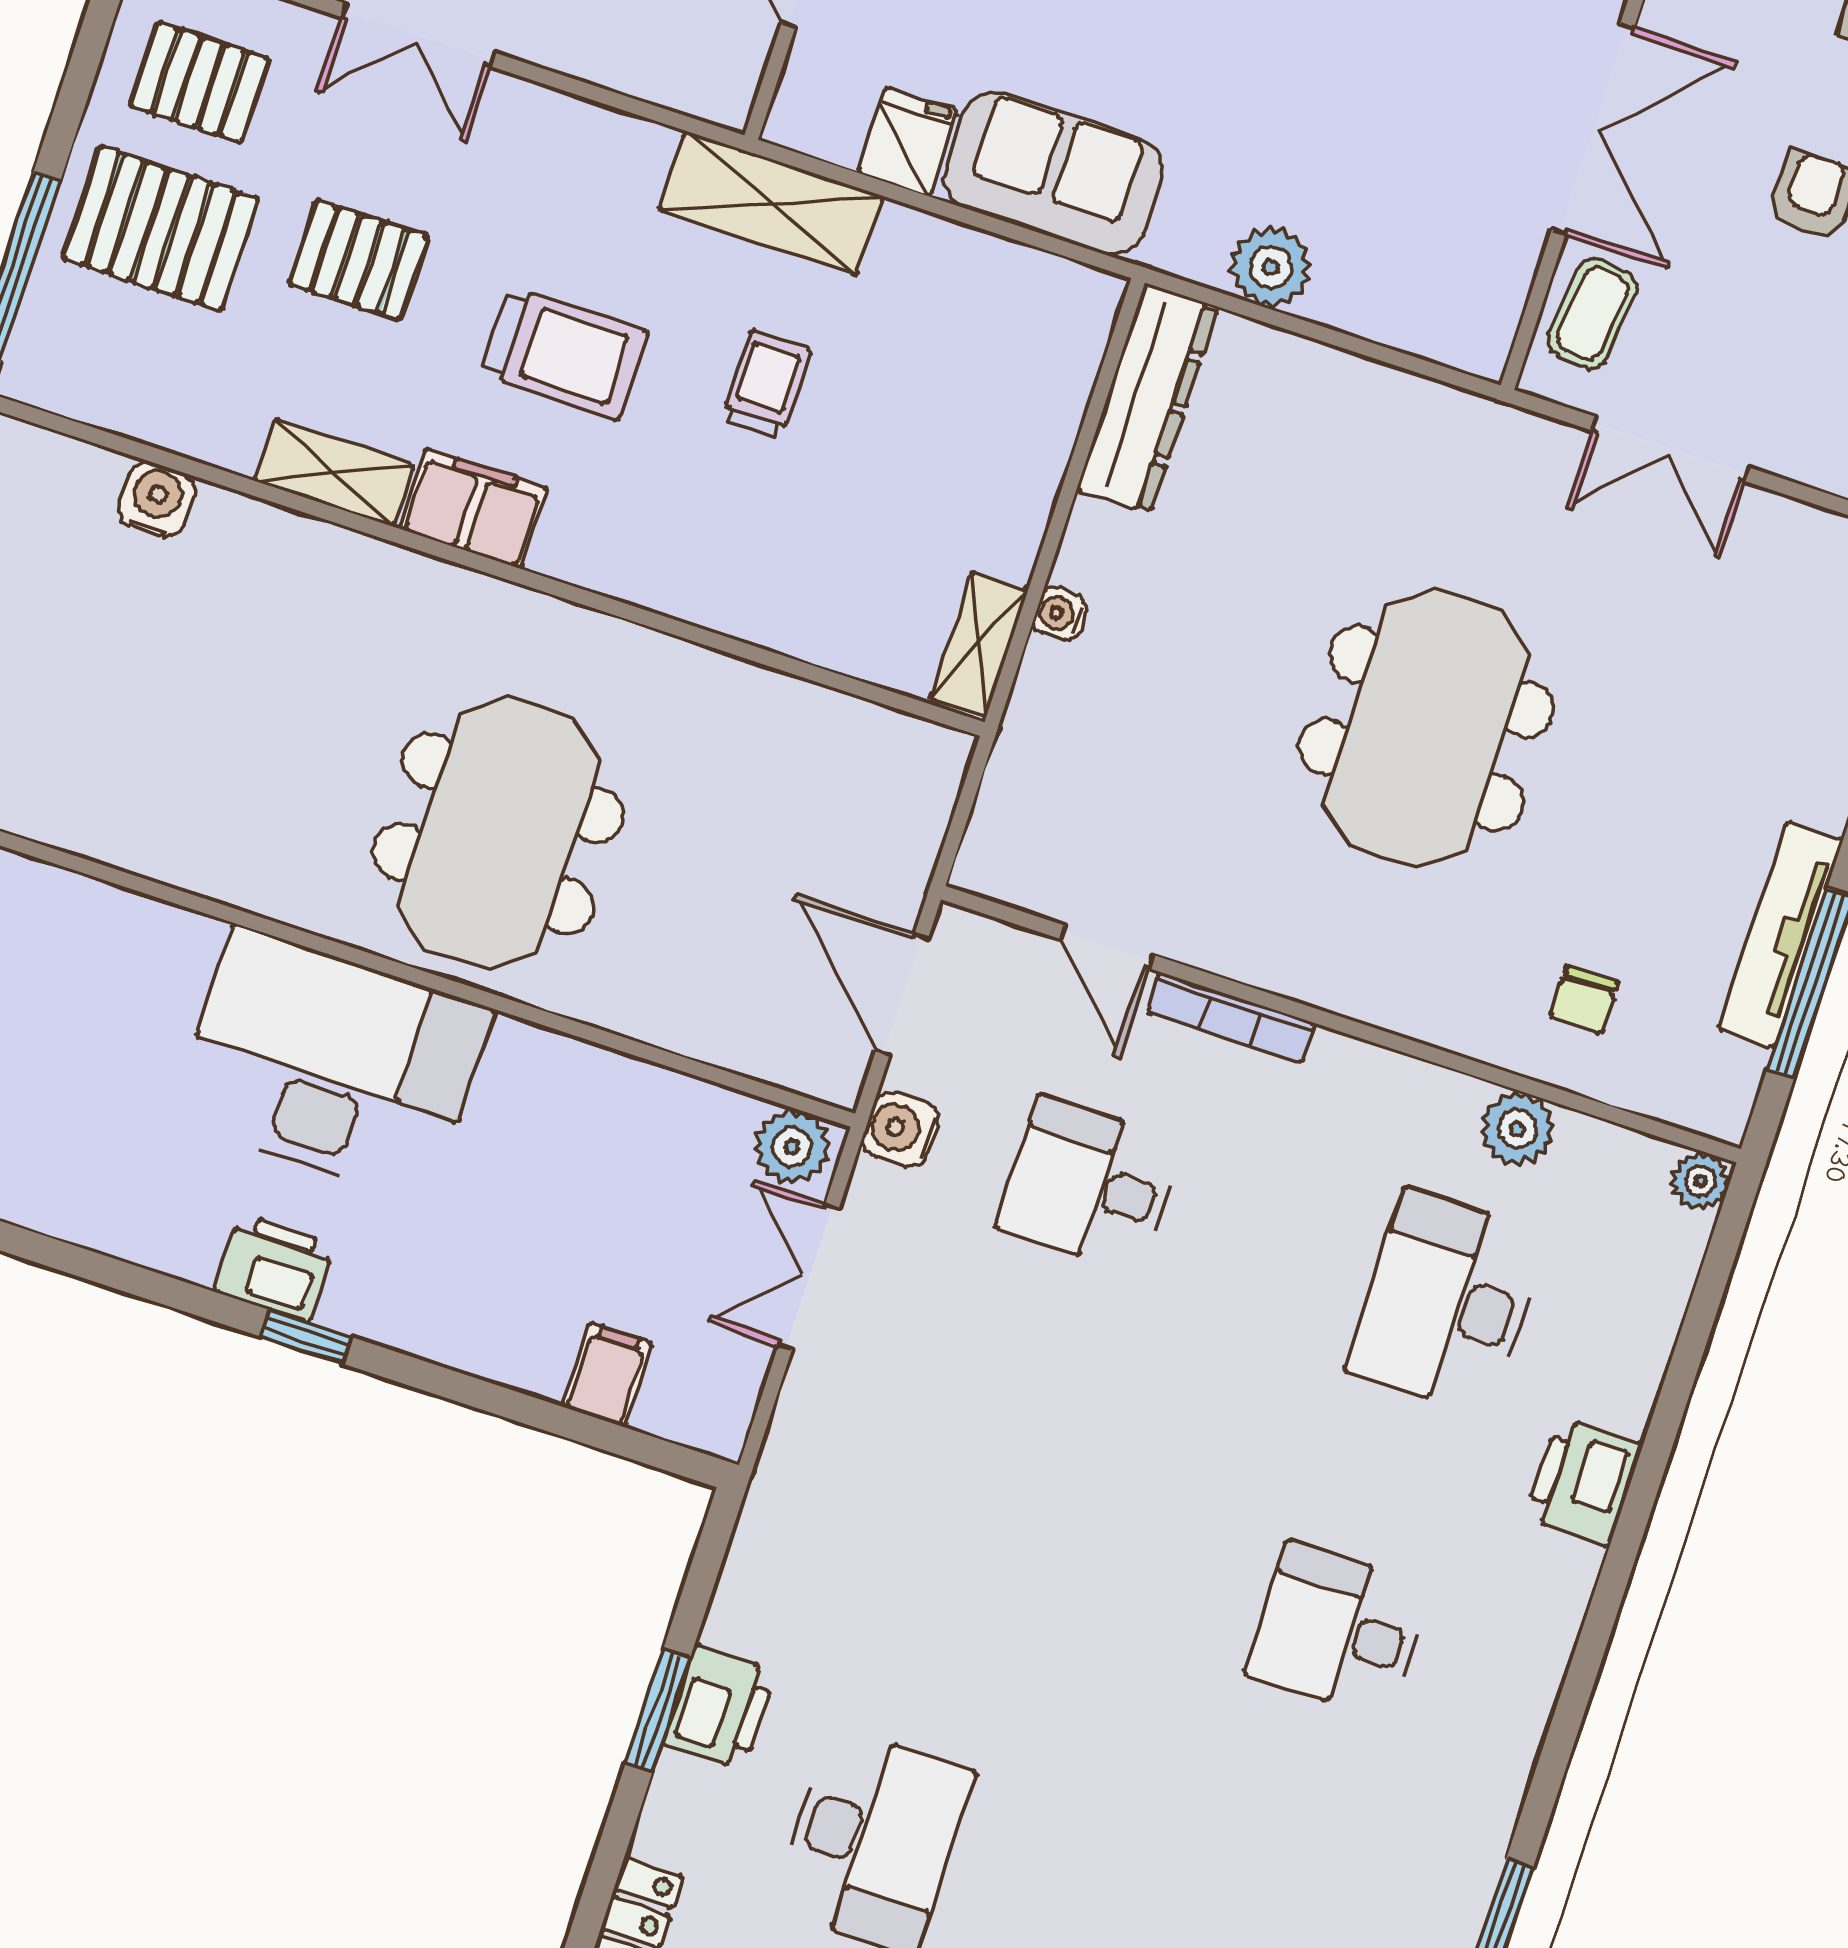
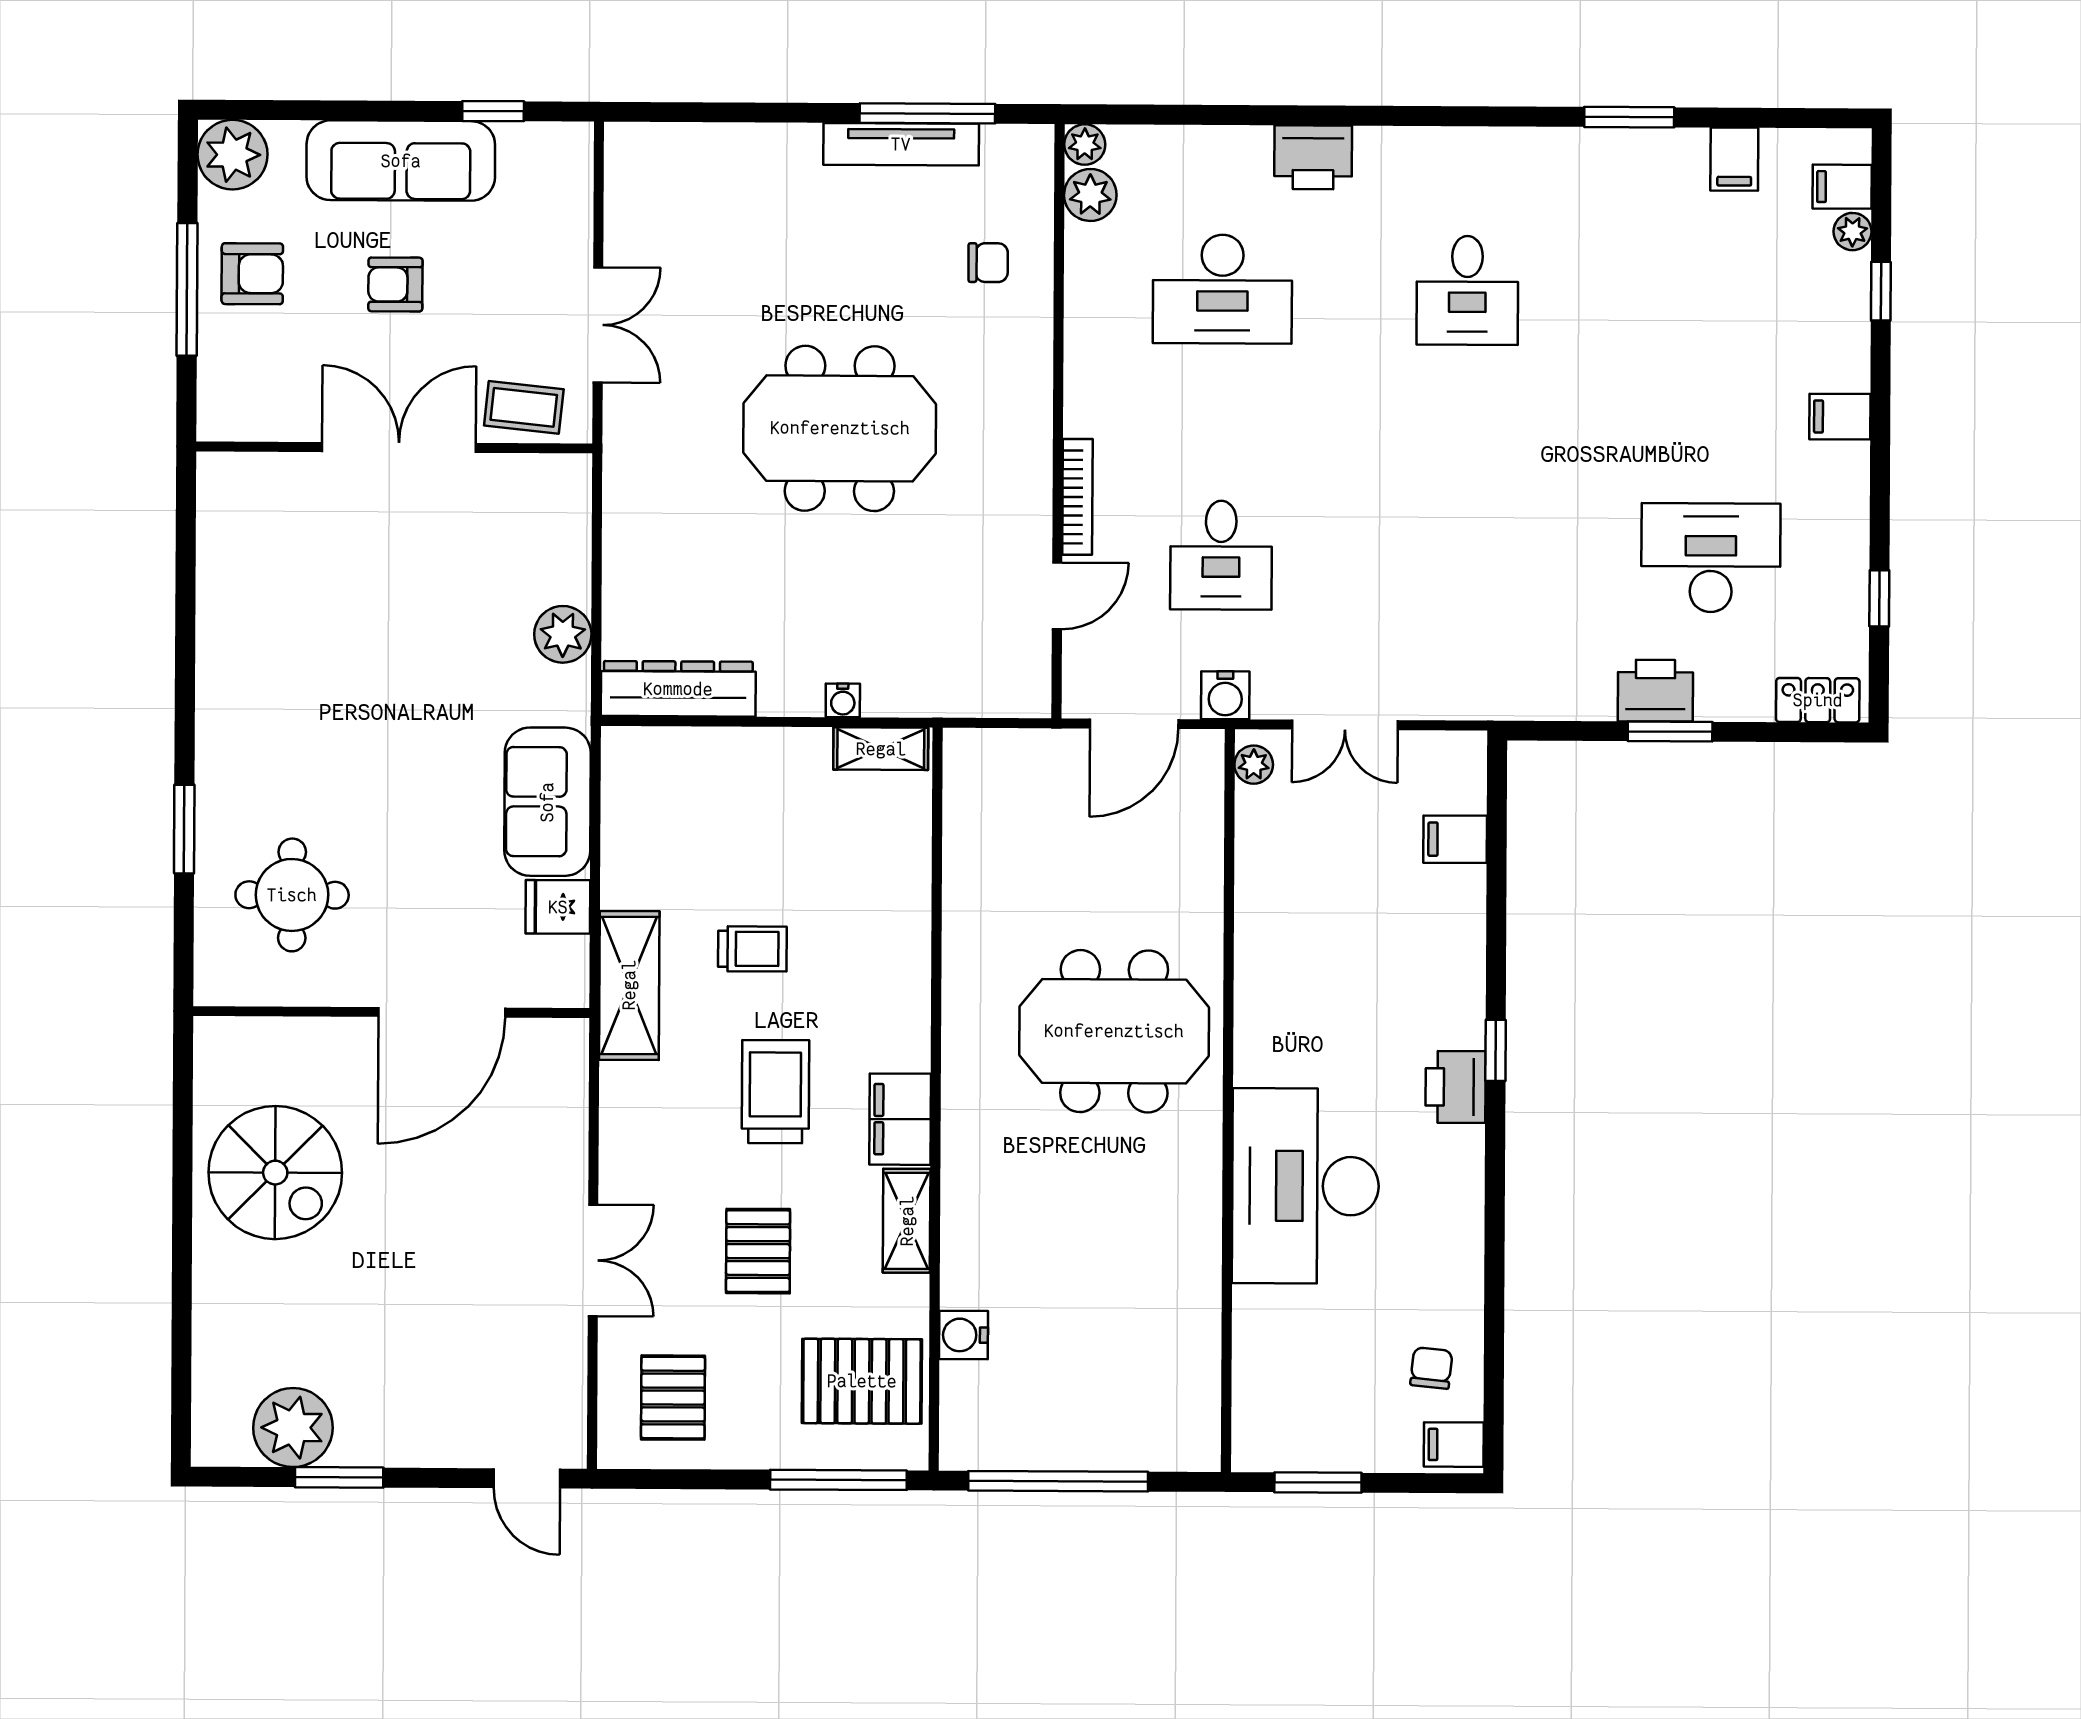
pallet: (161, 229) -> (862, 1381), moved, turned 90
trolley: (766, 384) -> (752, 949), turned 180
desk: (332, 1064) -> (1305, 1186), moved
plant: (1517, 1129) -> (1090, 195), moved
plant: (792, 1147) -> (1254, 765), width x0.73, depth x0.73

